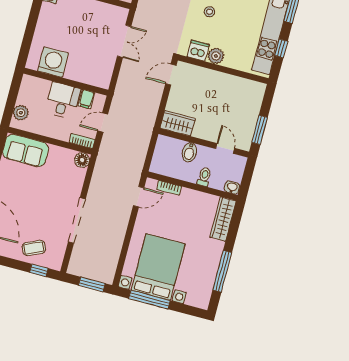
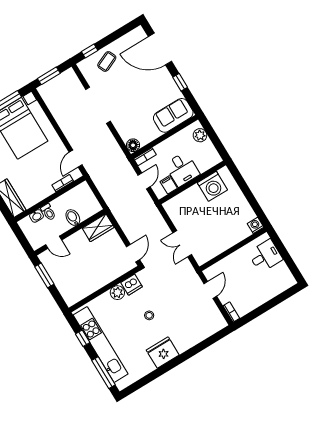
washbasin: (232, 187) -> (36, 216), moved

